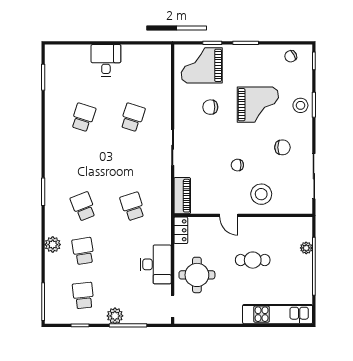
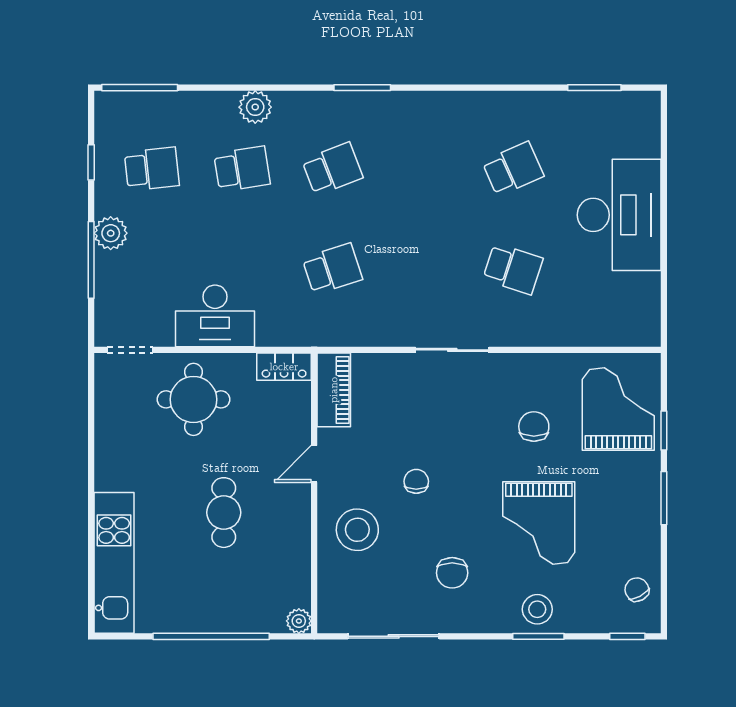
desk: (106, 60) -> (619, 215), width x1.87, depth x1.30
school desk: (83, 117) -> (513, 169), turned -42
piano: (182, 196) -> (334, 390), moved, turned -90
plant: (306, 248) -> (299, 621), moved

